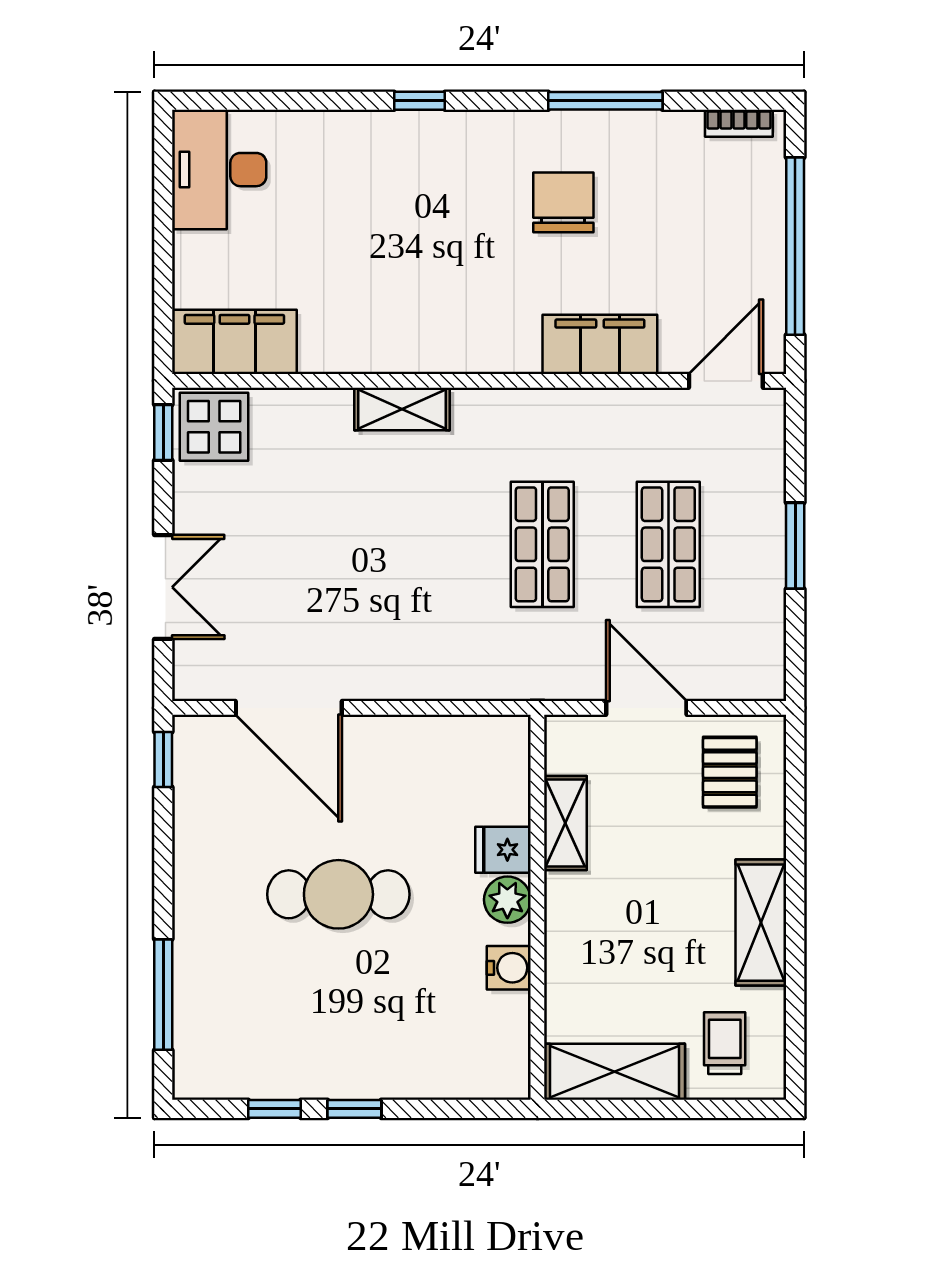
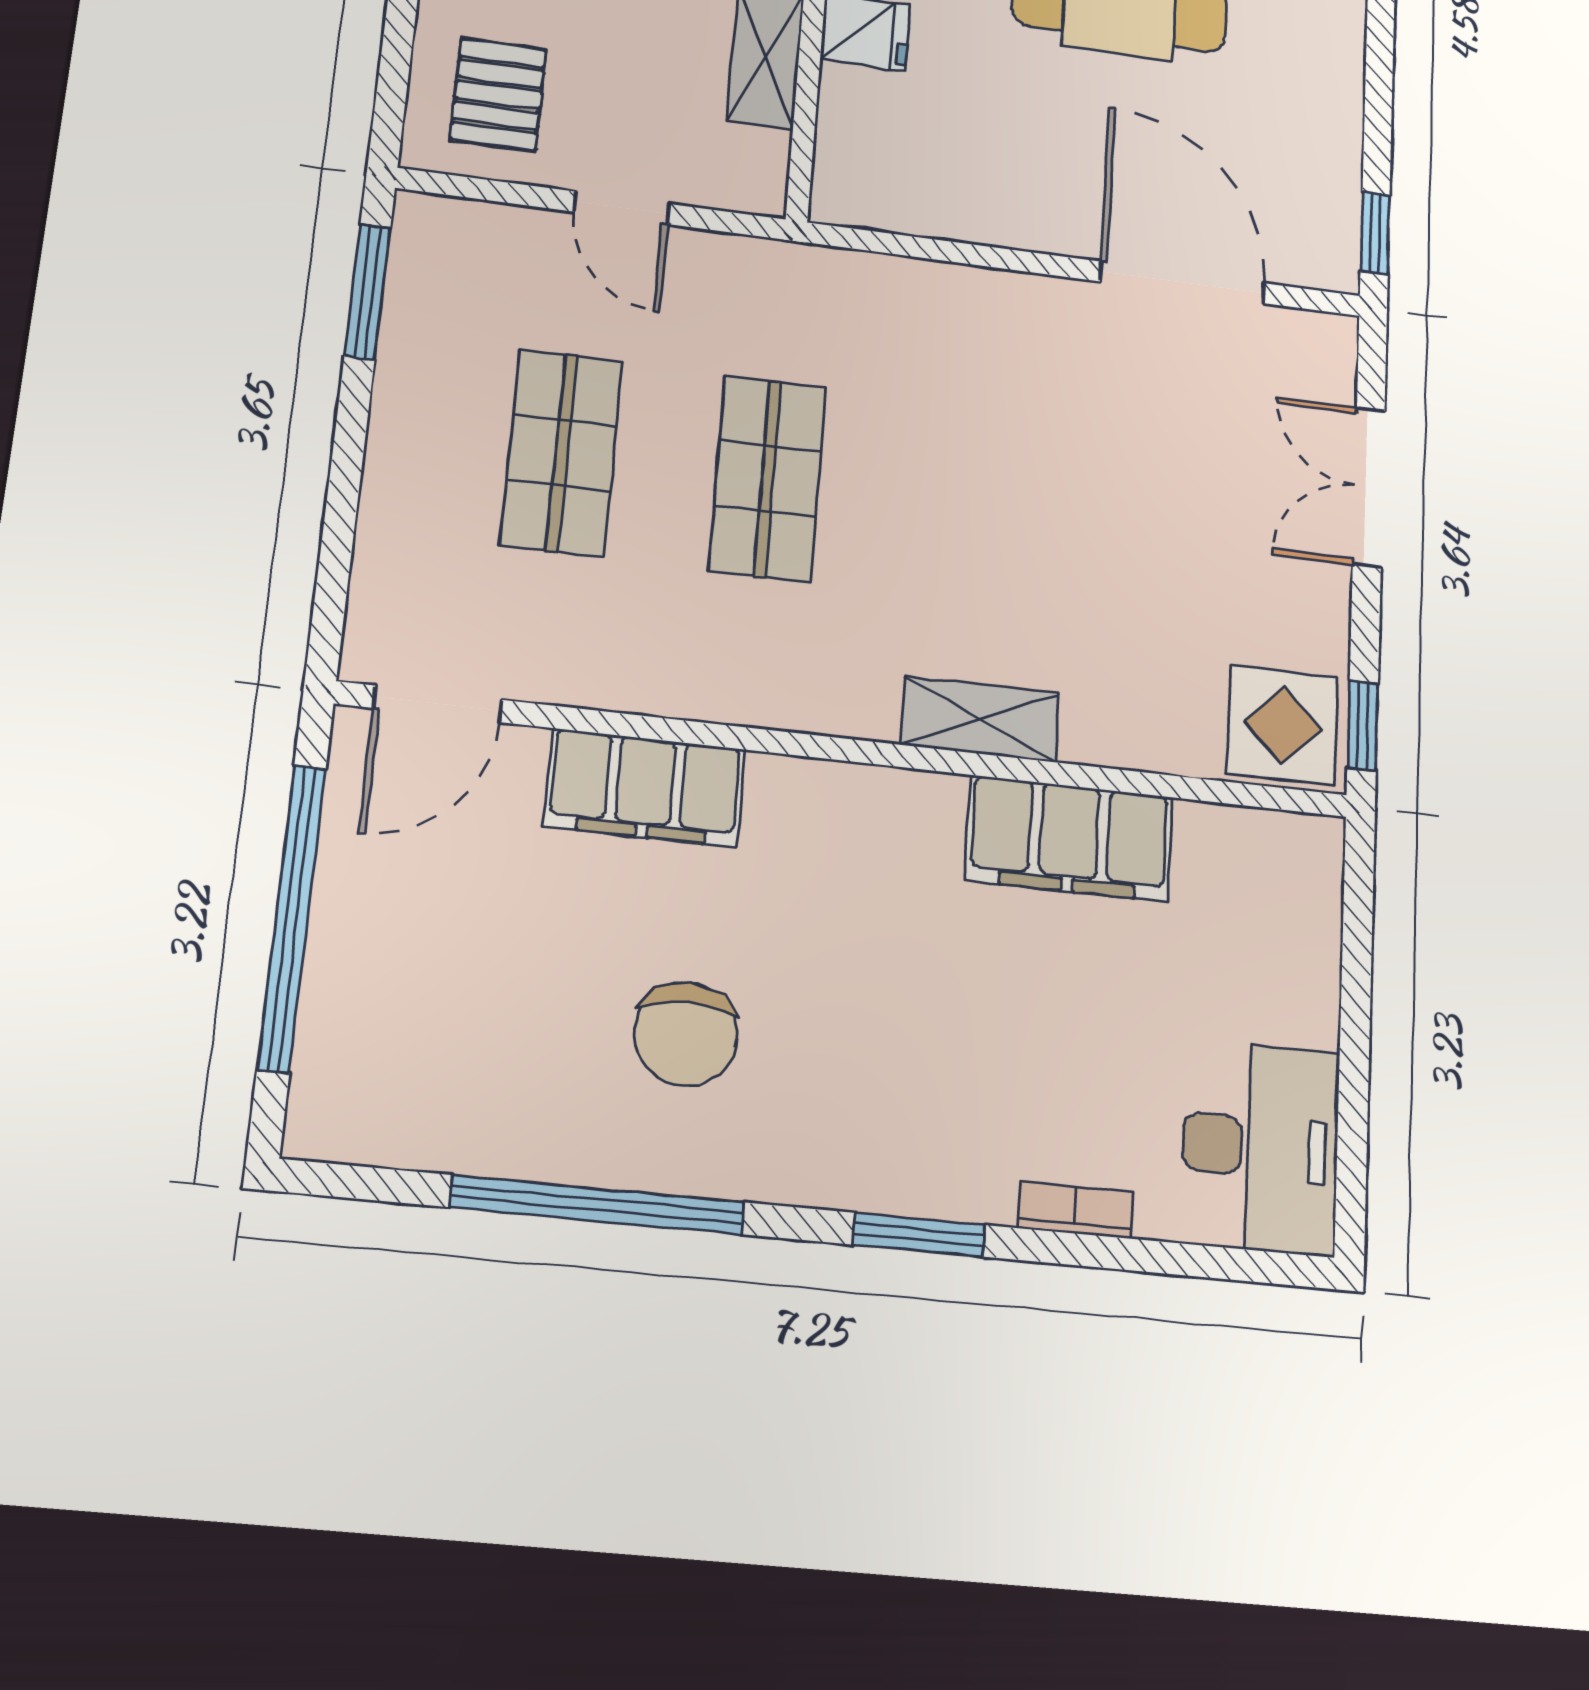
window: (419, 101) -> (919, 1235), width x1.50
window: (605, 101) -> (597, 1205), width x1.46
bookcase: (739, 123) -> (1075, 1210), moved
filing cabinet: (234, 342) -> (1069, 838), moved
window: (795, 546) -> (367, 291), moved
door: (646, 708) -> (622, 208), width x0.73

